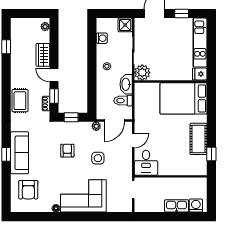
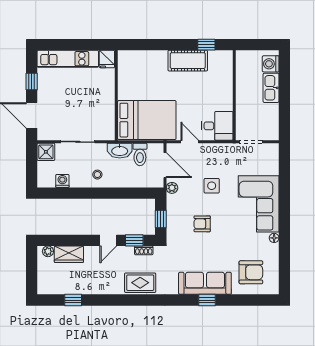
wardrobe: (43, 55) -> (69, 254), moved
plant: (142, 73) -> (105, 131), removed
bed: (183, 98) -> (147, 120), moved, turned -90

